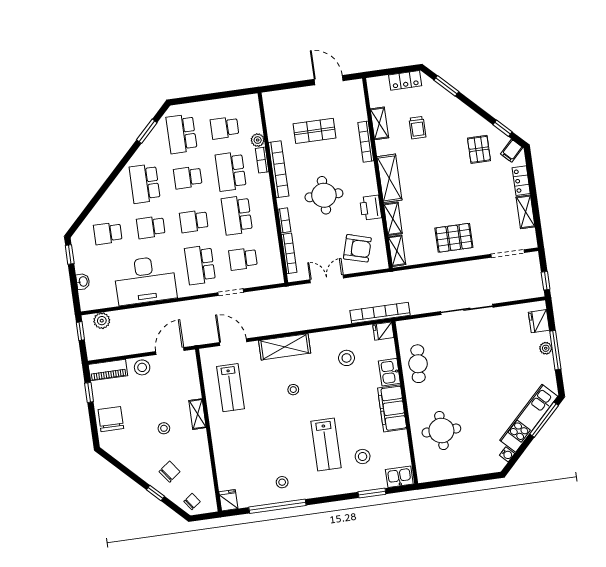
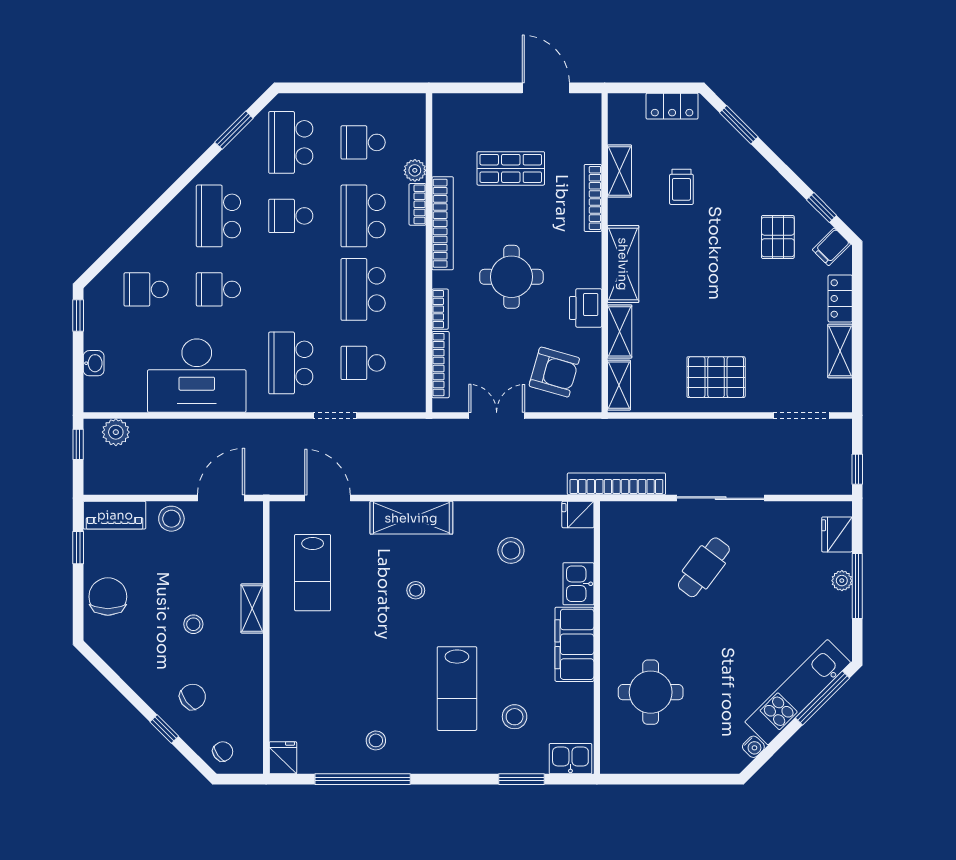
school desk: (194, 221) -> (291, 289), removed
bookcase: (380, 313) -> (616, 484), moved
cafe table: (418, 364) -> (704, 567), moved, turned 32

